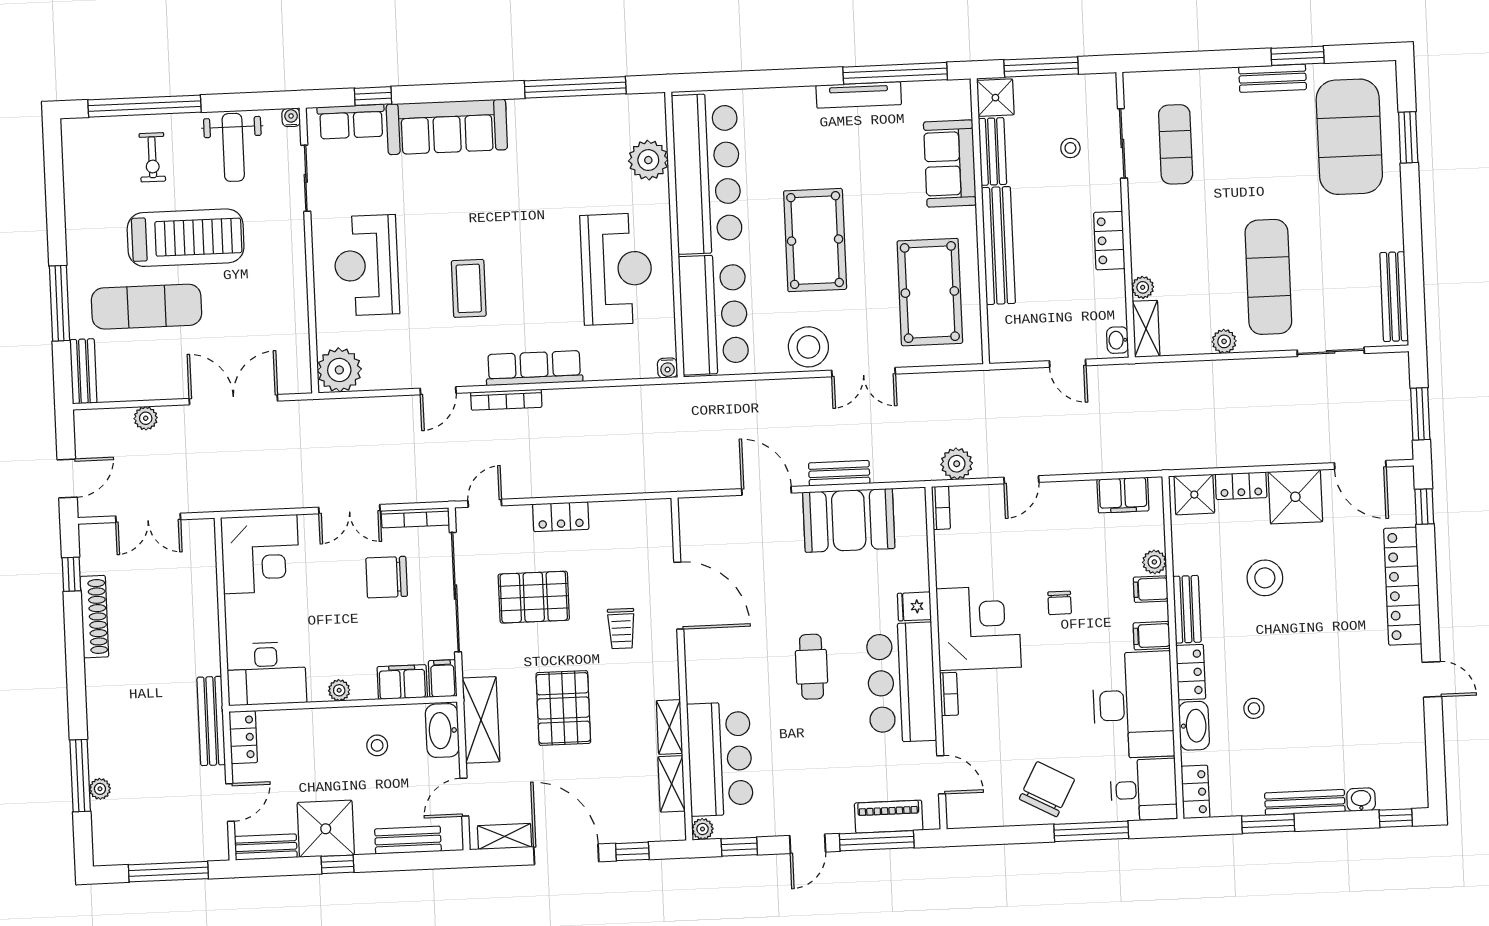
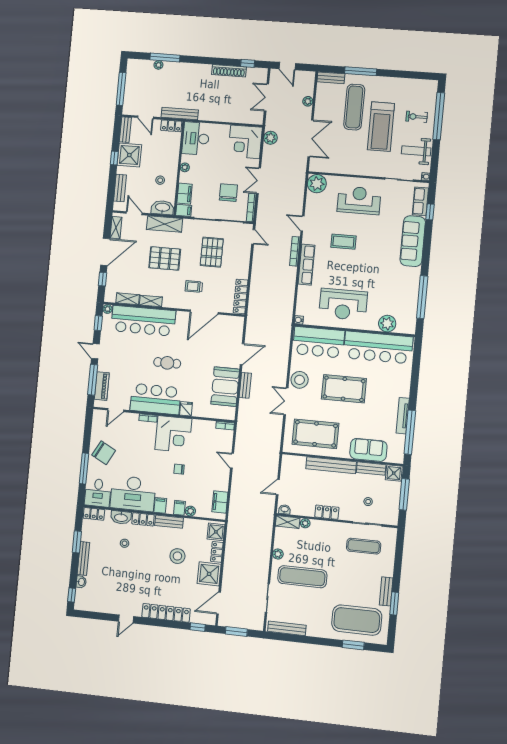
plant: (957, 464) -> (270, 138), moved
locker: (561, 517) -> (241, 296), moved, width x1.53
bar counter: (720, 759) -> (143, 321), width x1.36

